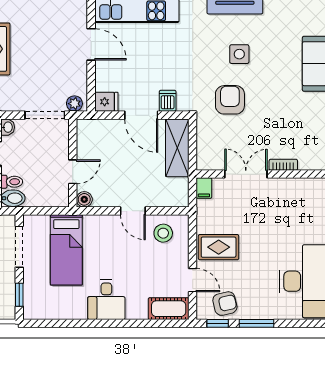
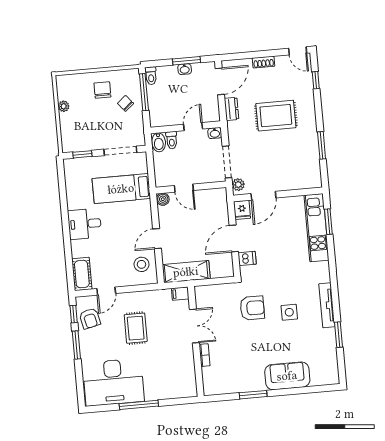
door: (91, 44) -> (263, 196), moved
shelving: (177, 148) -> (186, 272), moved
rug: (219, 247) -> (136, 328), moved

